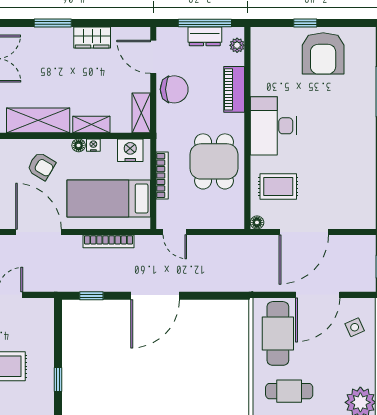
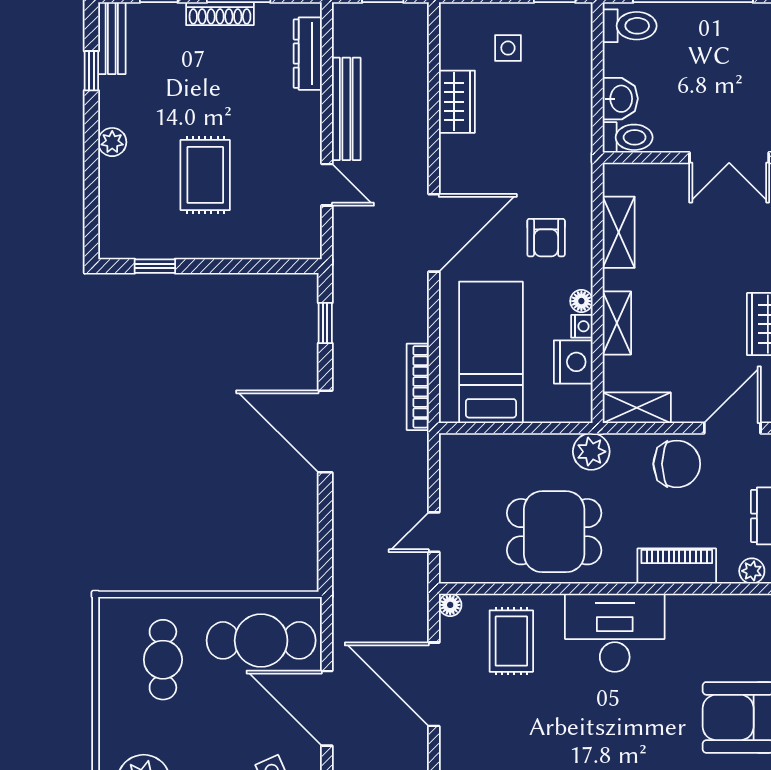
chair: (174, 89) -> (677, 464), turned -90
shelving: (38, 120) -> (619, 232), width x0.67, depth x0.75
plant: (167, 140) -> (591, 452), added
nightstand: (130, 150) -> (573, 362), moved
armchair: (41, 166) -> (546, 238), turned -31
bookcase: (162, 176) -> (530, 443), removed
door: (175, 232) -> (434, 532), moved
bookcase: (109, 241) -> (418, 387), moved
window: (58, 380) -> (155, 266), moved

